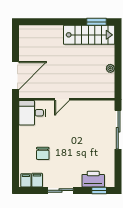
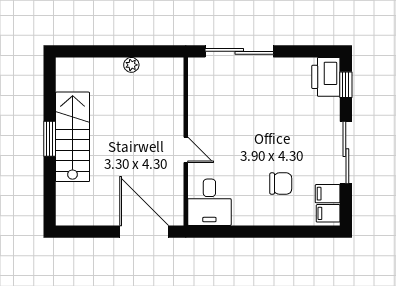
window: (96, 22) -> (50, 139), moved
stairs: (89, 35) -> (73, 137), moved
printer: (93, 179) -> (326, 77), moved
sliding door: (60, 190) -> (346, 153), width x1.37

